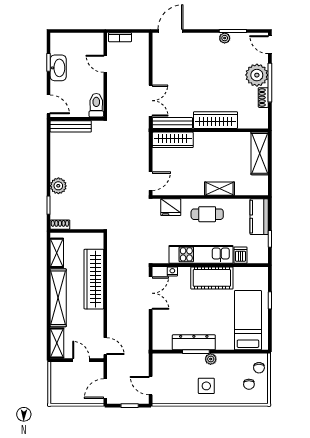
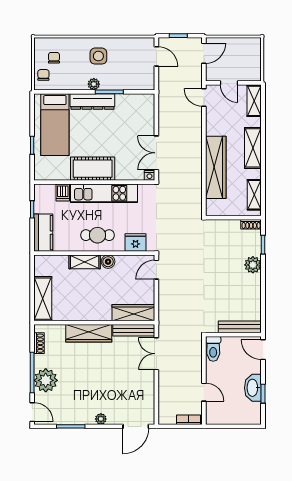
plant: (225, 38) -> (101, 419), moved
shoe rack: (263, 98) -> (39, 343), moved
boiler: (197, 189) -> (108, 262), added
nightstand: (172, 271) -> (149, 175), moved
shelving: (58, 298) -> (253, 148), width x0.68
dresser: (194, 342) -> (92, 102), moved

